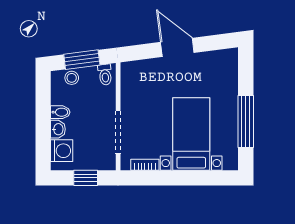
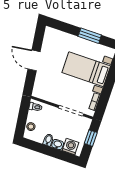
door: (177, 47) -> (34, 60), hinge flipped
window: (82, 60) -> (22, 117), removed
window: (246, 122) -> (90, 36), width x0.69

